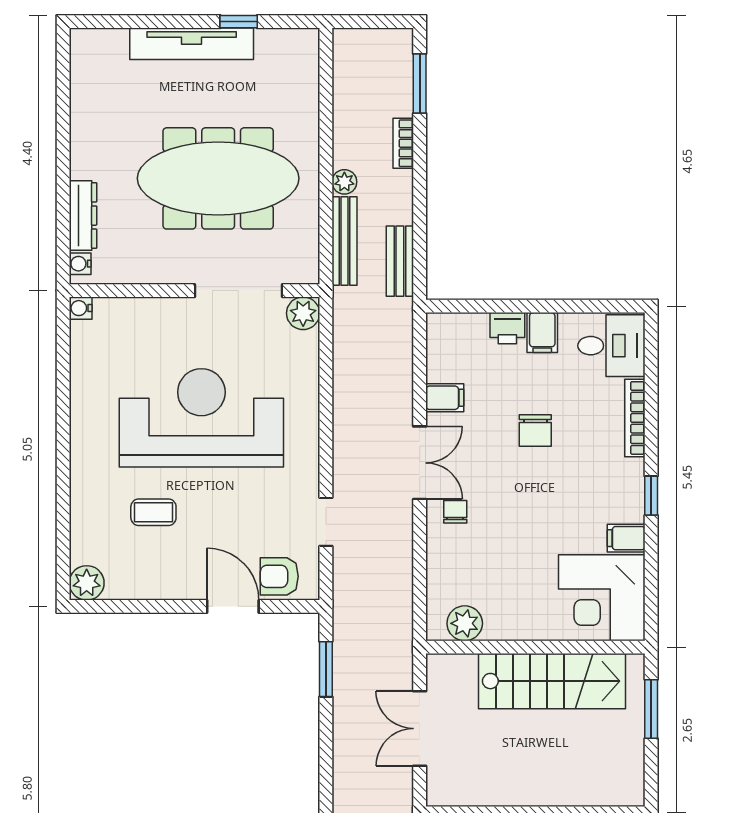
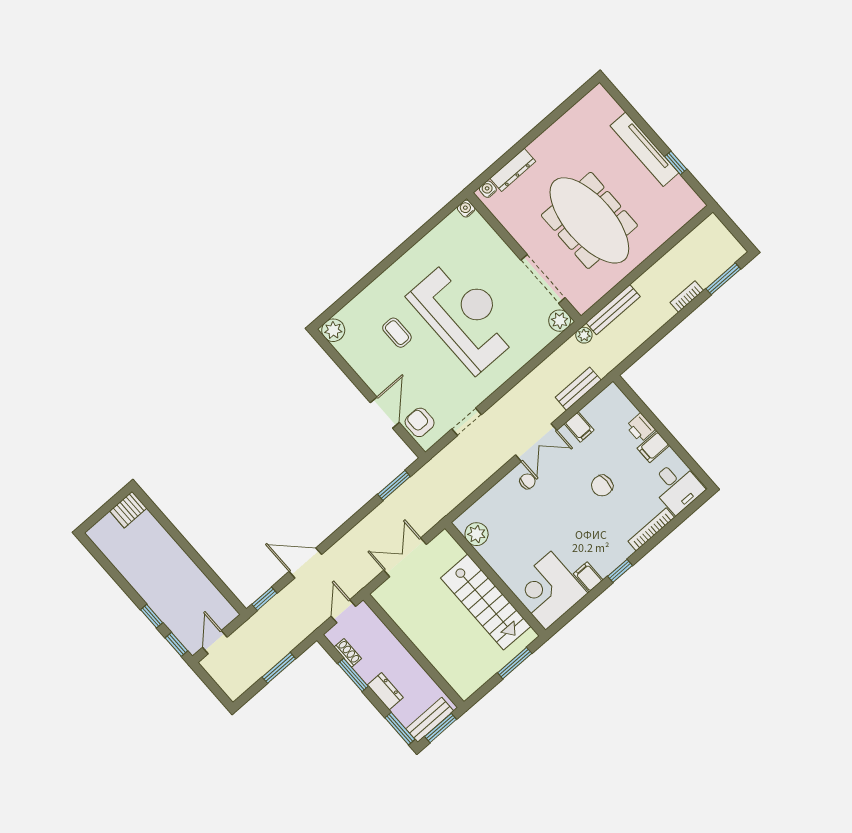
plant: (344, 182) -> (584, 335), moved
bench: (400, 261) -> (578, 389), moved

